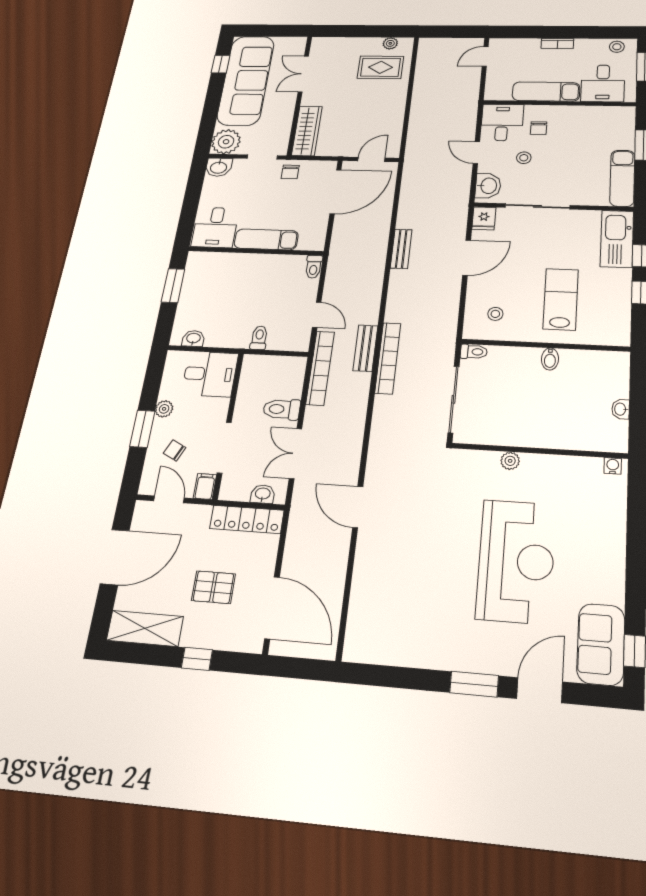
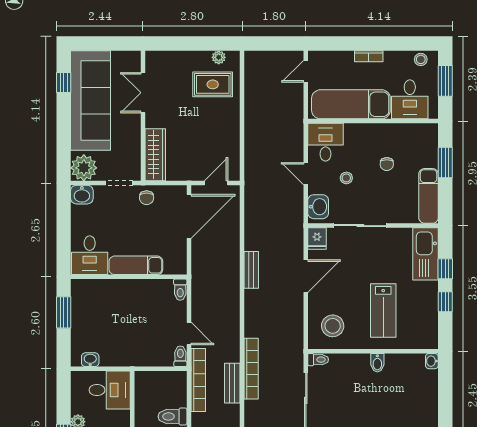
exam couch: (546, 92) -> (351, 104), width x1.36, depth x1.45
chair: (539, 128) -> (387, 164), moved
lab bench: (561, 299) -> (383, 311), turned 180
stool: (495, 314) -> (333, 326), width x1.89, depth x1.89
toilet: (259, 338) -> (180, 356), moved
bench: (365, 348) -> (232, 383), moved
washbasin: (621, 409) -> (432, 361), moved

